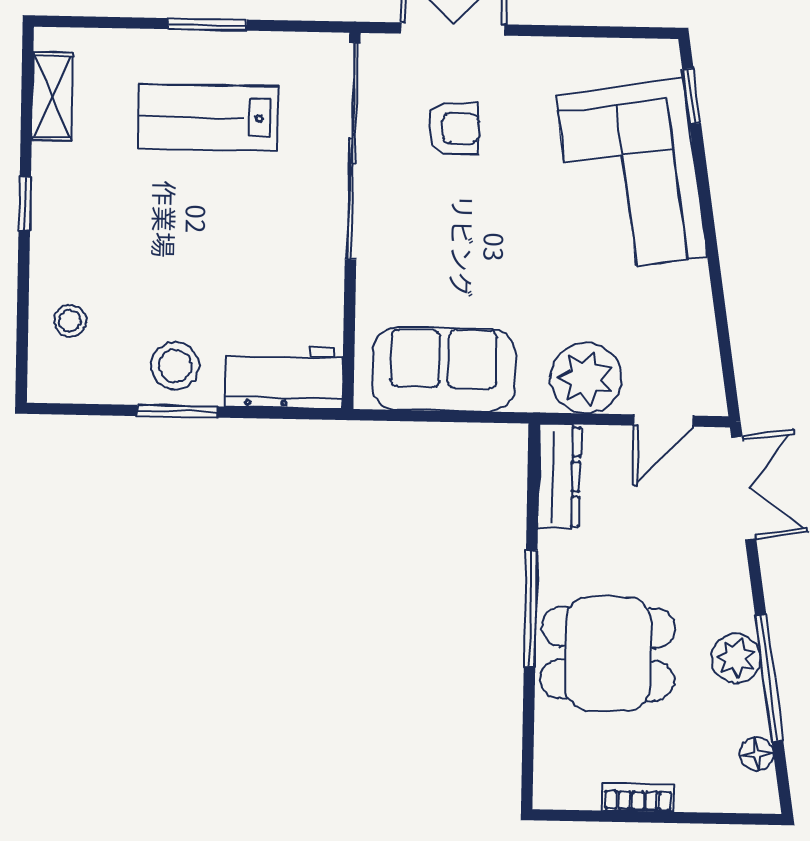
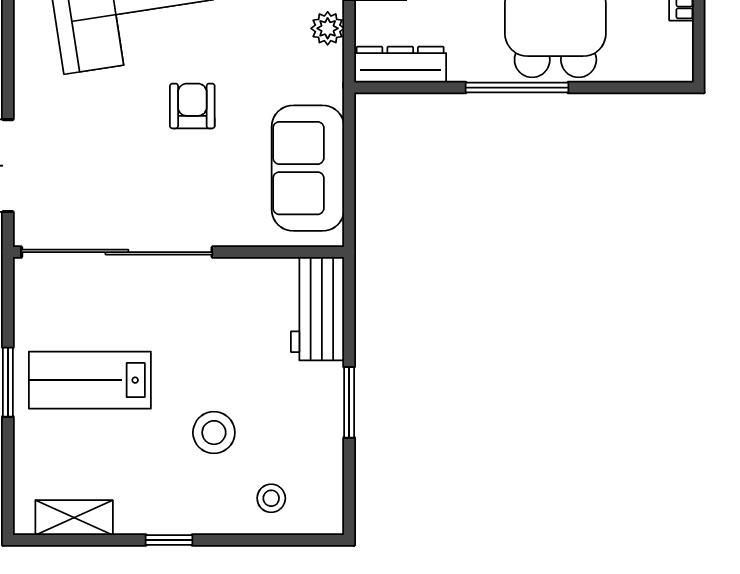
lab bench: (208, 118) -> (90, 380), turned 90
armchair: (453, 128) -> (192, 106), moved
stool: (175, 366) -> (214, 433), moved
plant: (586, 378) -> (328, 28), width x0.53, depth x0.53

